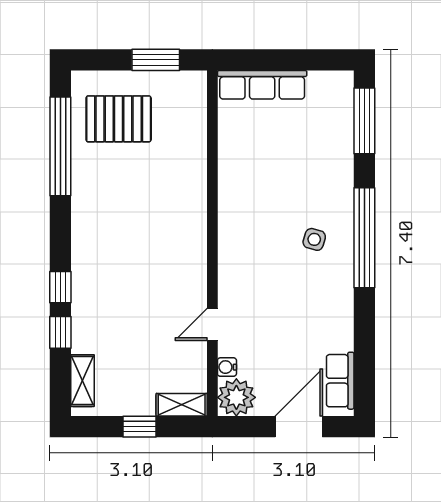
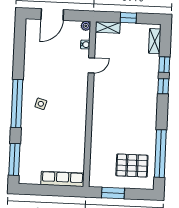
row of seats: (340, 381) -> (31, 36), removed
plant: (236, 397) -> (86, 26), width x0.53, depth x0.53

